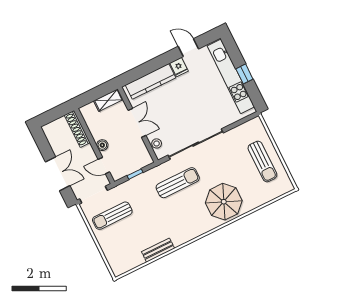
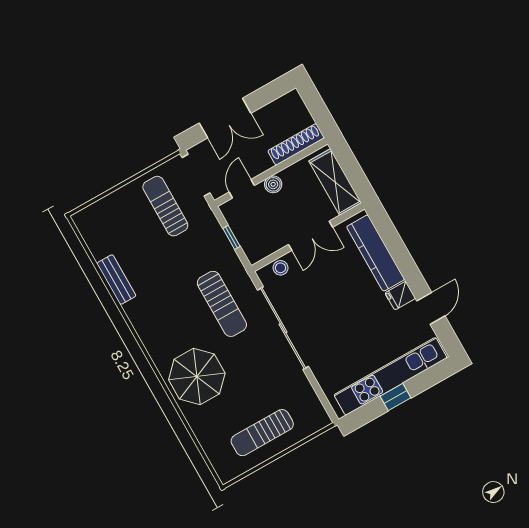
shelving: (108, 100) -> (335, 182), width x1.50, depth x1.33

